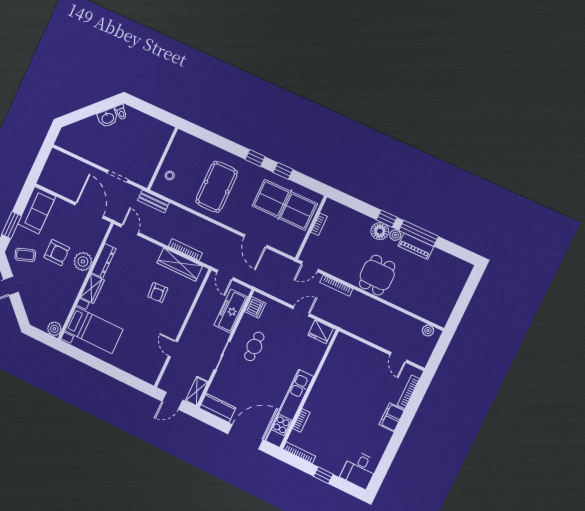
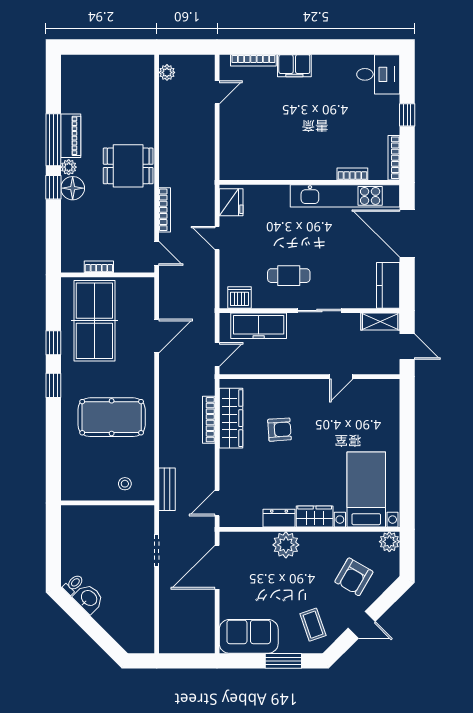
armchair: (57, 253) -> (354, 577), moved, turned -150
dresser: (104, 261) -> (279, 518), width x0.70

